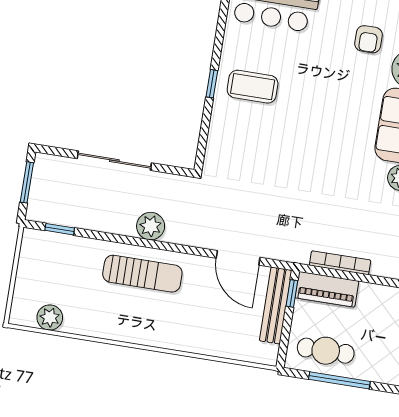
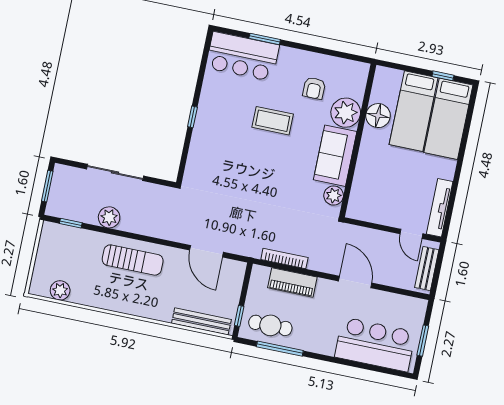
coffee table: (253, 87) -> (273, 121), moved
plant: (151, 226) -> (109, 217), moved
piano: (327, 289) -> (292, 282), moved
window: (292, 293) -> (239, 316), moved
bench: (276, 305) -> (201, 321), moved, turned 90

